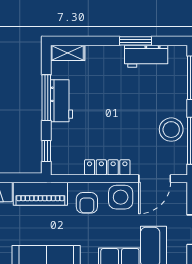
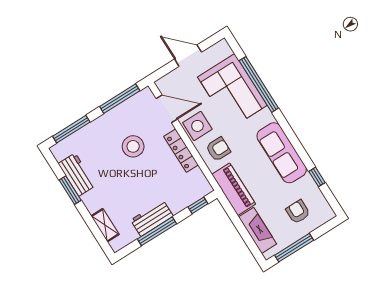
shelving: (68, 53) -> (105, 225), moved
stool: (171, 130) -> (133, 146), moved

